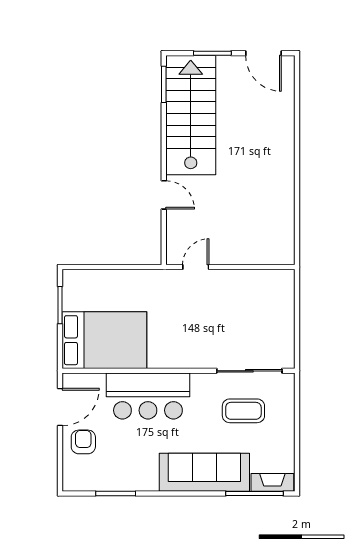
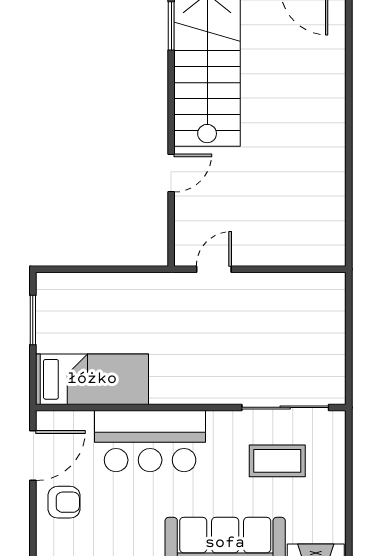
door: (164, 195) -> (171, 173), hinge flipped
bed: (104, 340) -> (92, 379), width x0.67
armchair: (83, 442) -> (64, 502), turned 90

